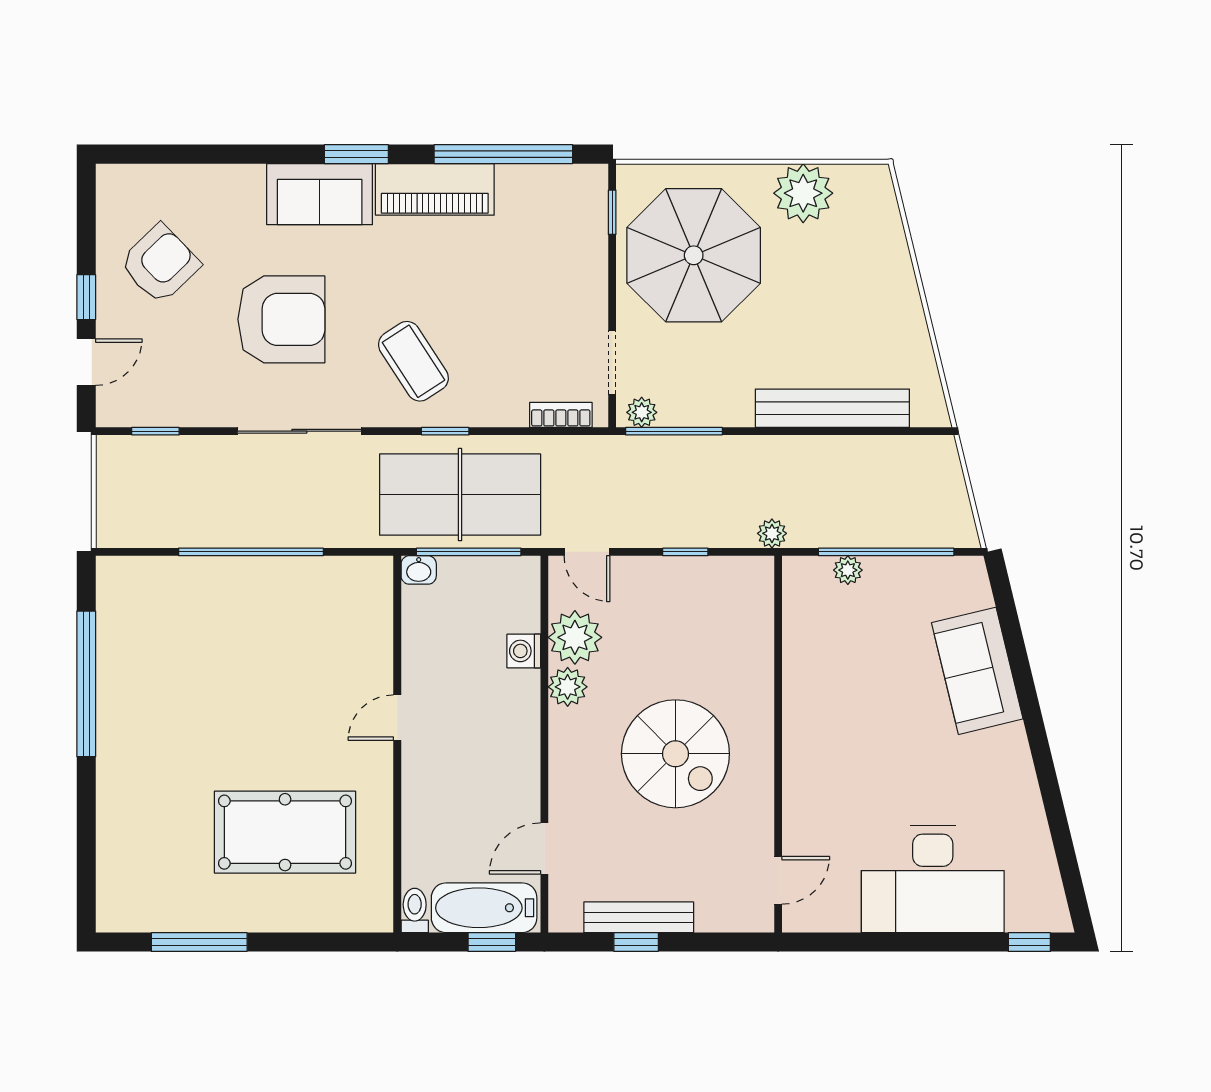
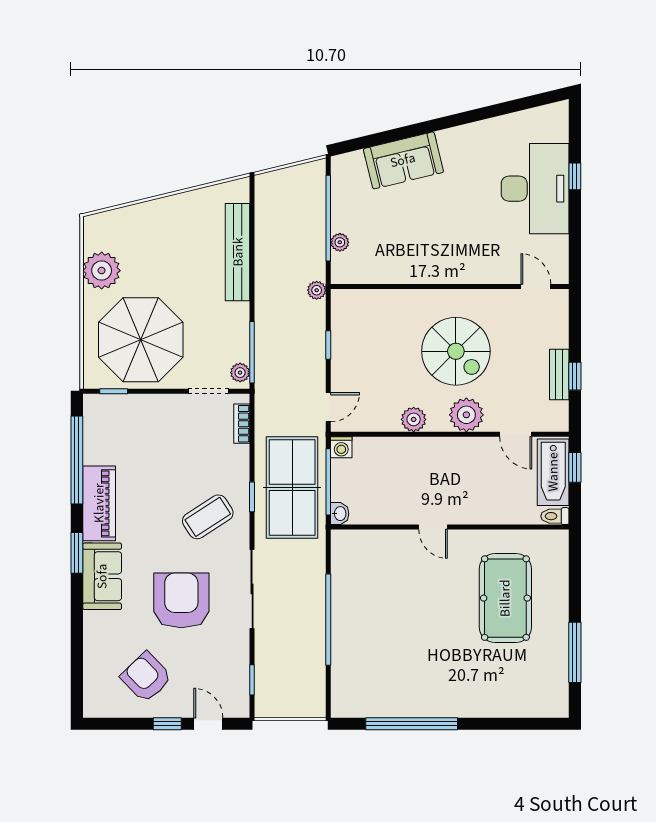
plant: (575, 637) -> (466, 415), moved
washing machine: (524, 651) -> (341, 447), moved
spiral stairs: (675, 754) -> (456, 351), turned 90
bench: (639, 917) -> (559, 374), width x0.73
window: (1029, 942) -> (575, 176), moved

